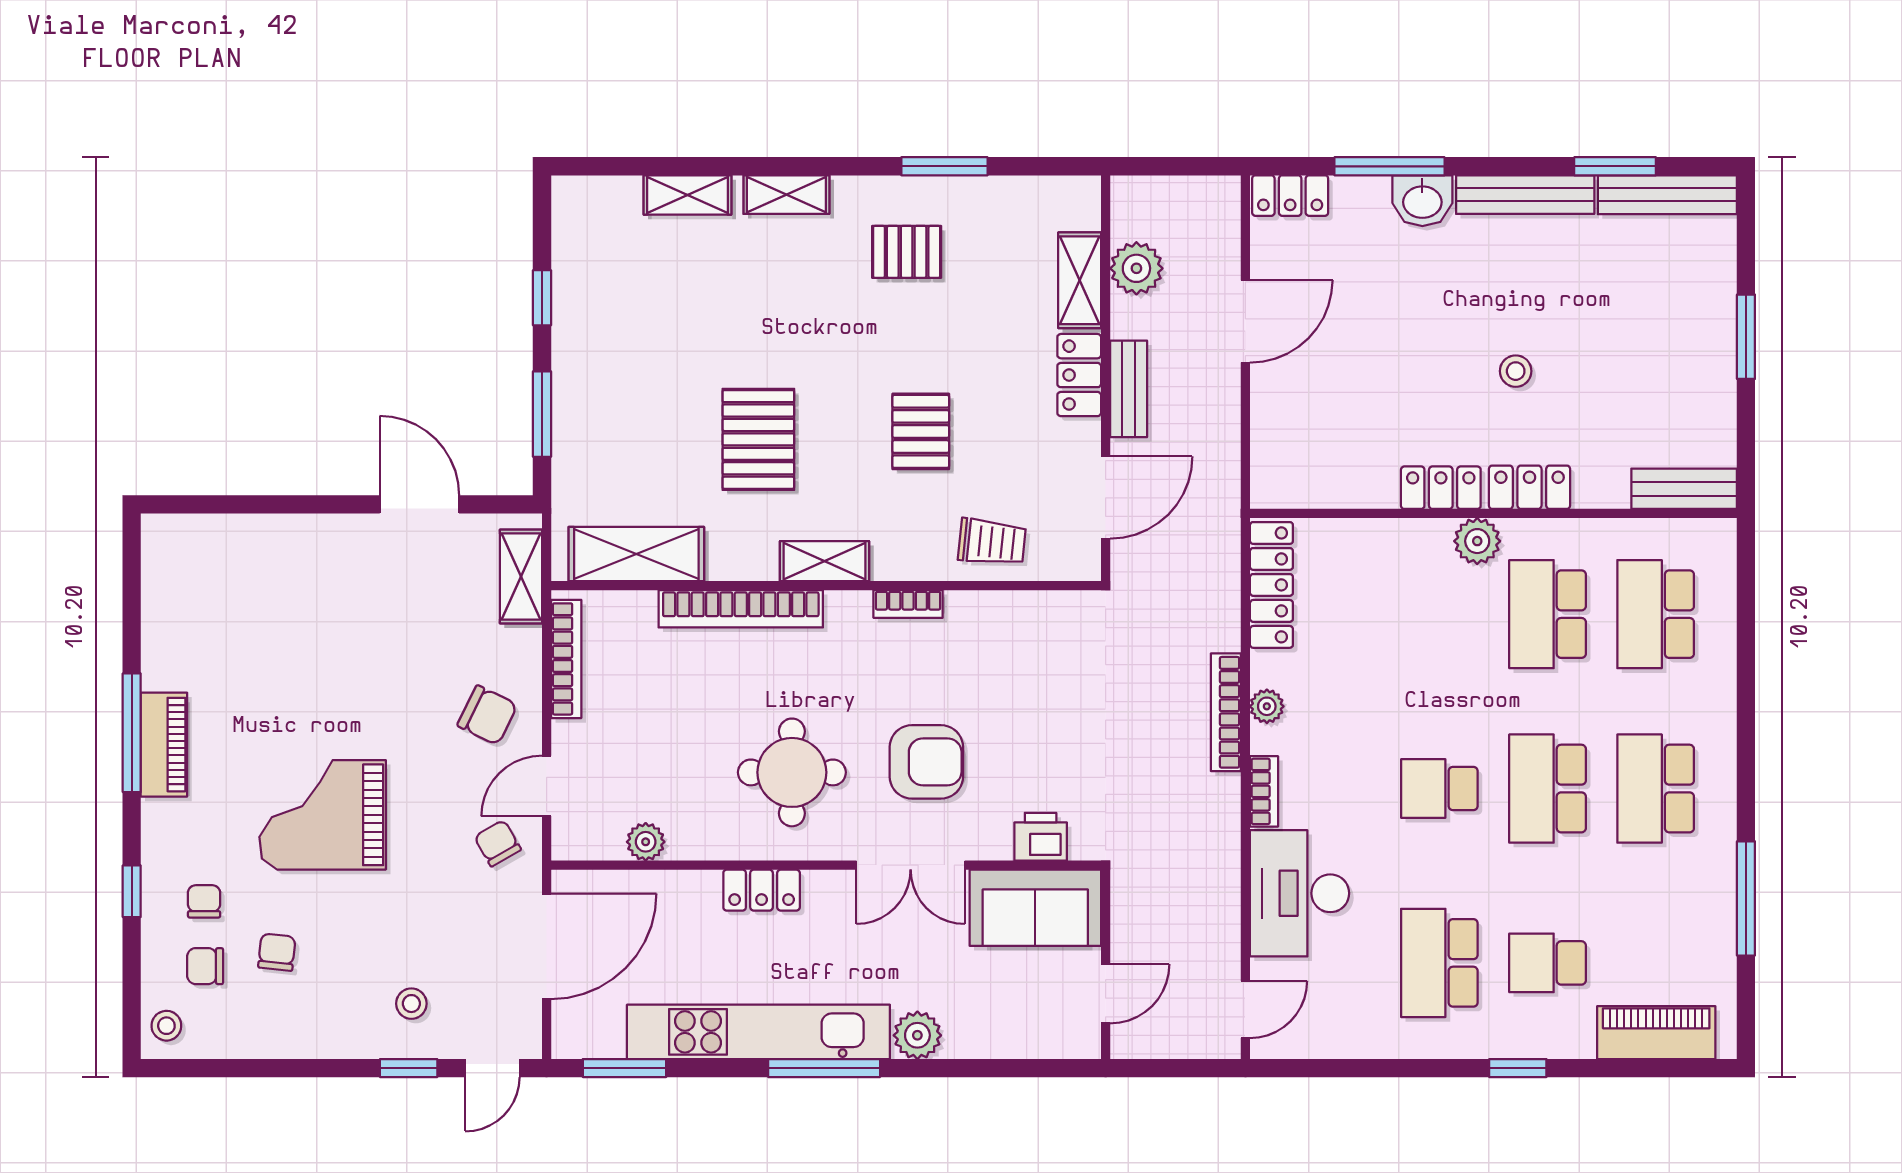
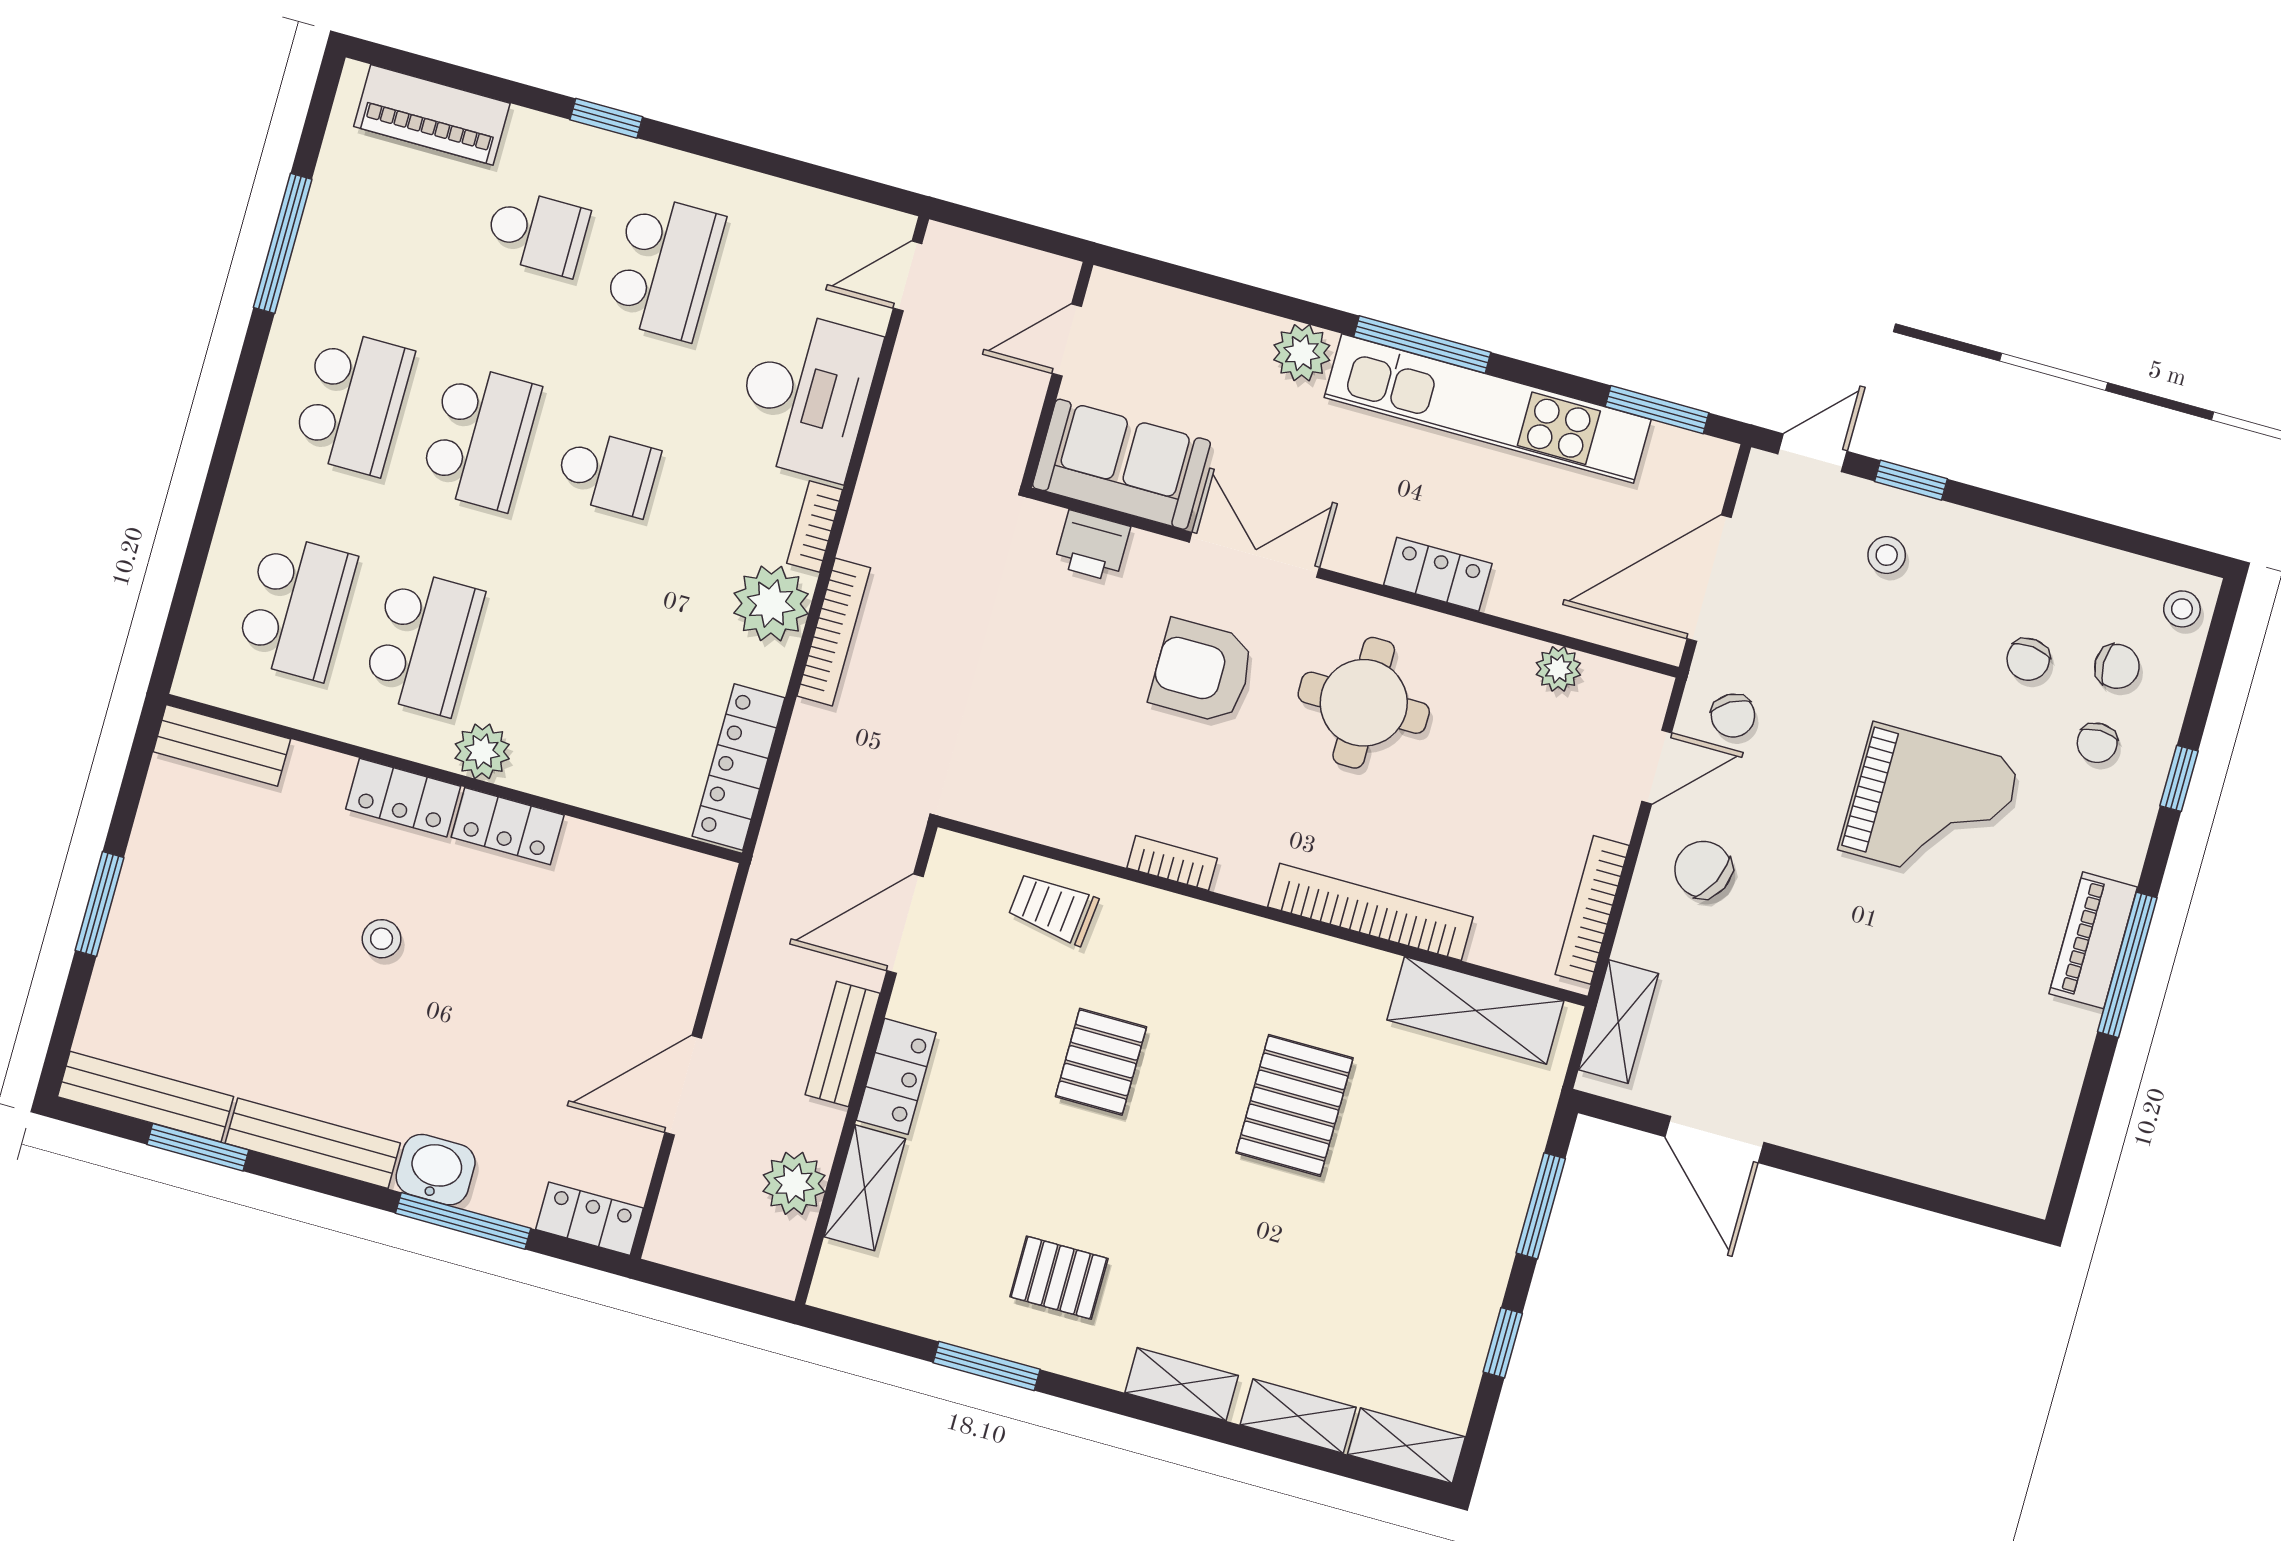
shelving: (825, 561) -> (1406, 1446), moved
plant: (1267, 706) -> (771, 604), width x1.88, depth x1.88

